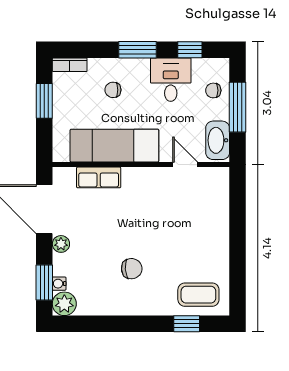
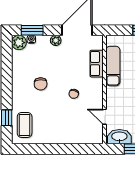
exam couch: (114, 146) -> (113, 66), width x0.73, depth x0.69
door: (185, 165) -> (105, 117), swing flipped
chair: (148, 215) -> (74, 94), added

